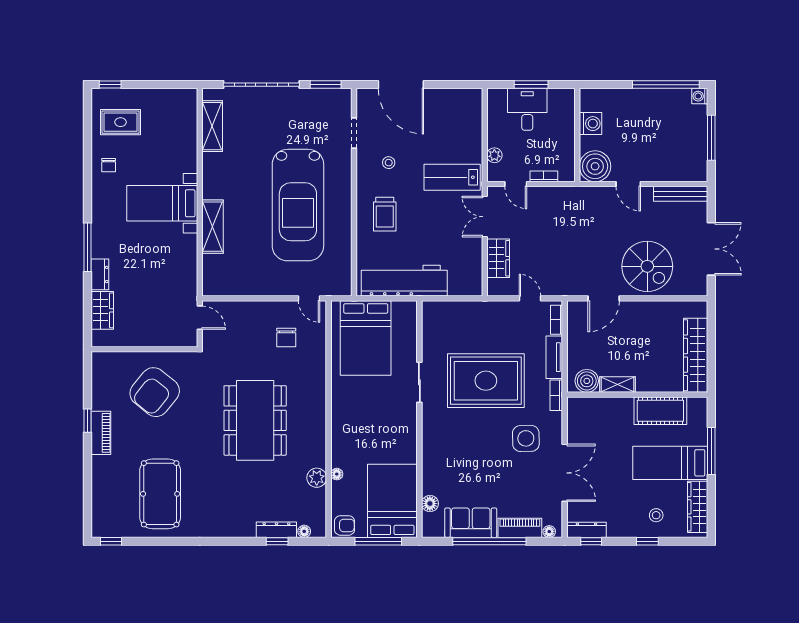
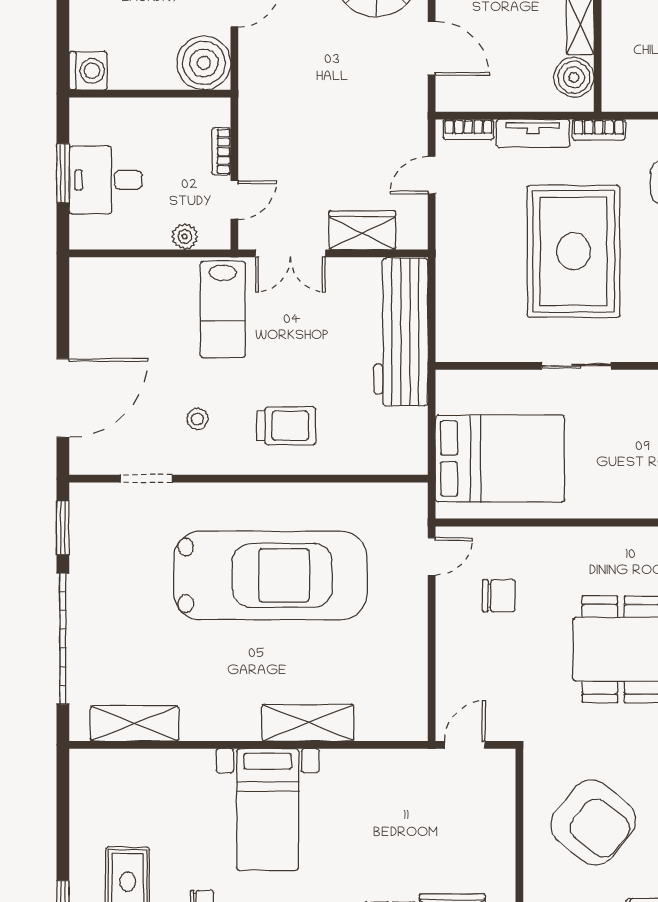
washing machine: (591, 124) -> (88, 71), moved, turned 90
workbench: (404, 281) -> (401, 332), moved

